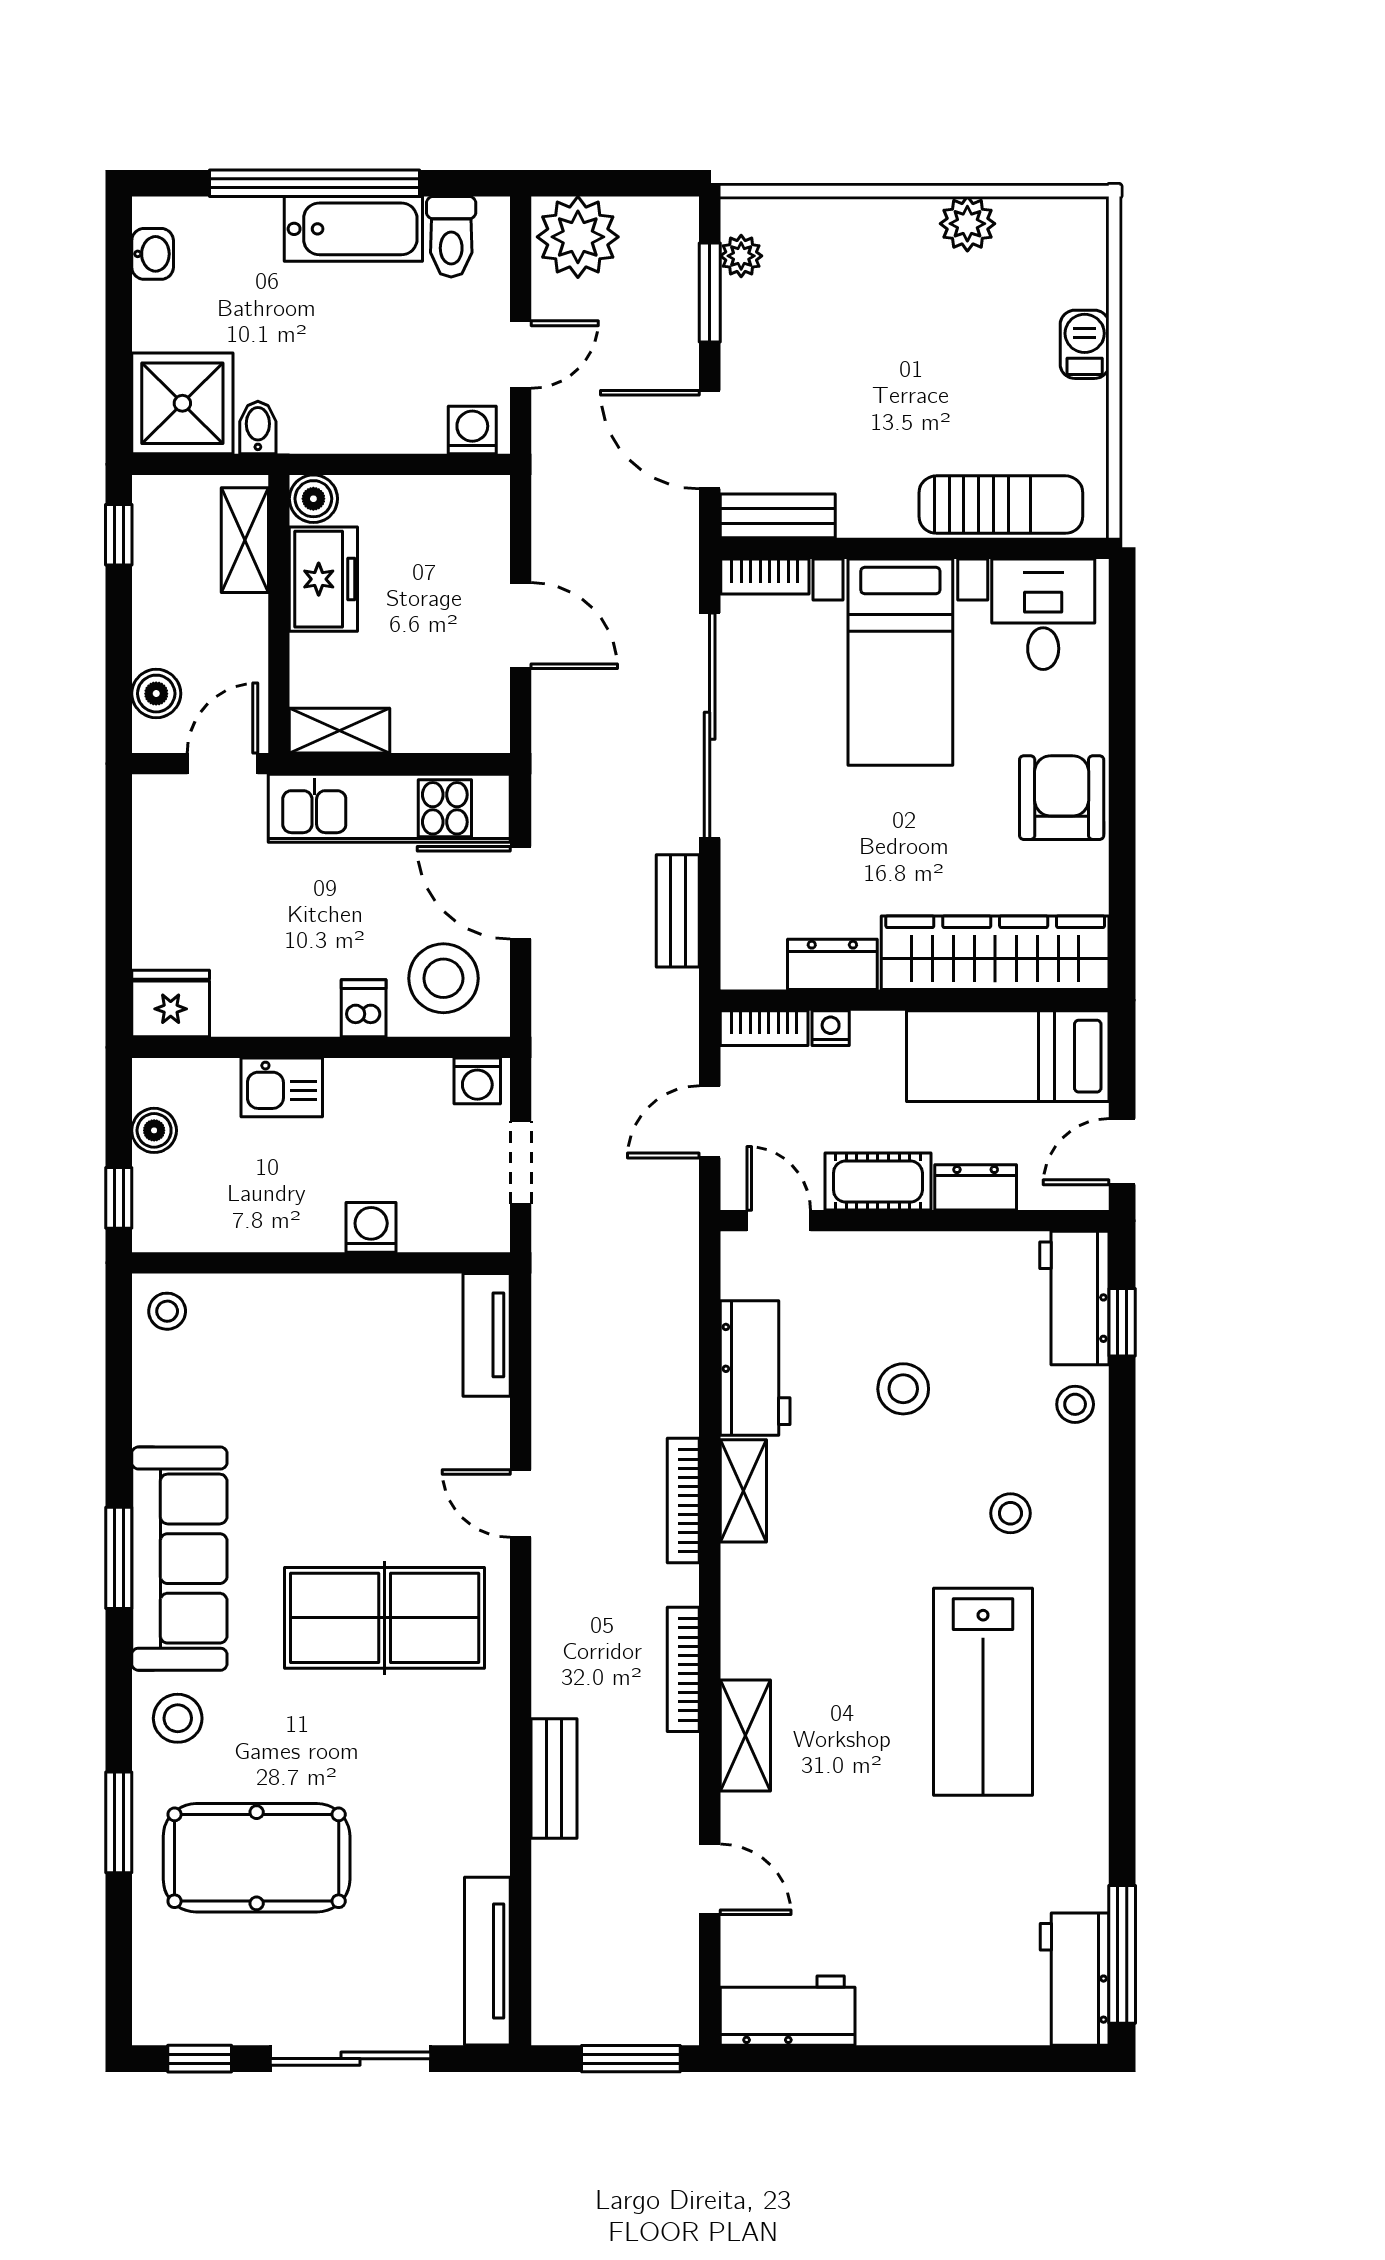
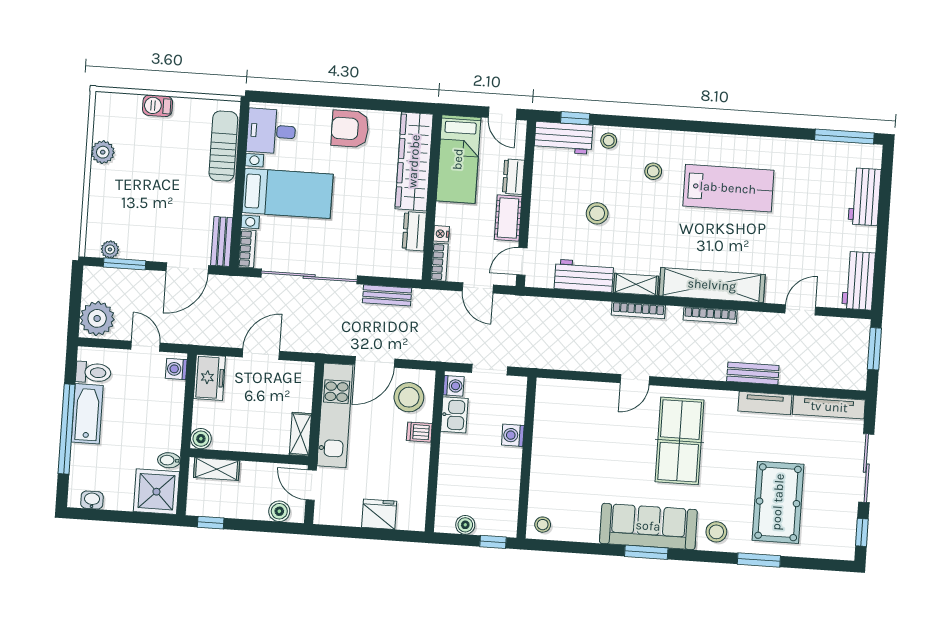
freezer: (323, 579) -> (209, 377), moved, turned 90
fridge: (171, 1003) -> (379, 514), moved, turned 90
kitchen sink: (282, 1087) -> (454, 415), moved
tv unit: (487, 1335) -> (765, 403), moved
shelving: (745, 1735) -> (712, 285), width x2.20, depth x1.33
workbench: (1075, 1979) -> (865, 197), moved, turned 90

